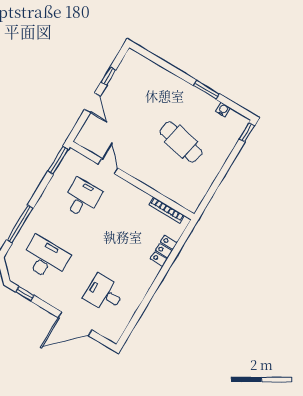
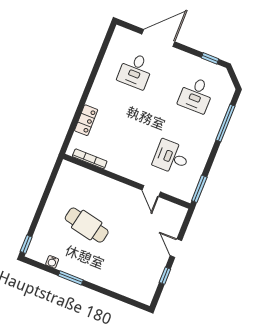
desk: (82, 198) -> (171, 157), turned 90
desk: (45, 258) -> (196, 95), width x0.73
desk: (104, 294) -> (135, 71), turned 90

